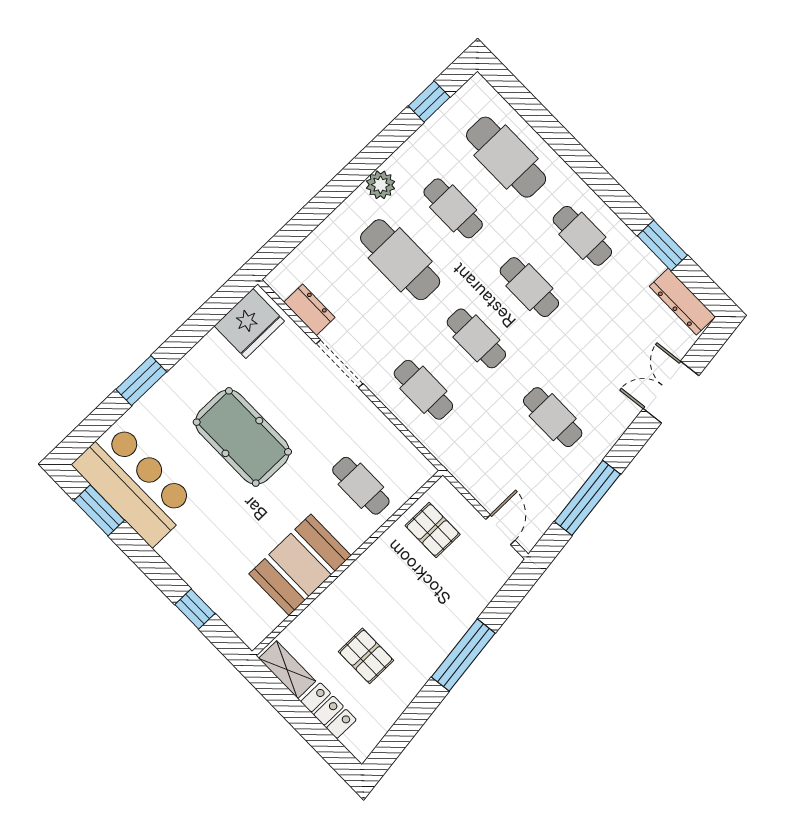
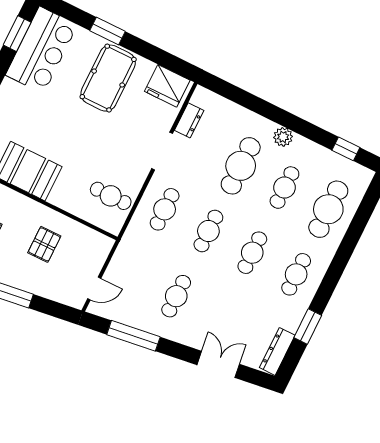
pool table: (242, 437) -> (108, 78), moved
cafe table: (361, 486) -> (111, 196), moved, turned 90
pallet: (433, 530) -> (44, 244), moved

